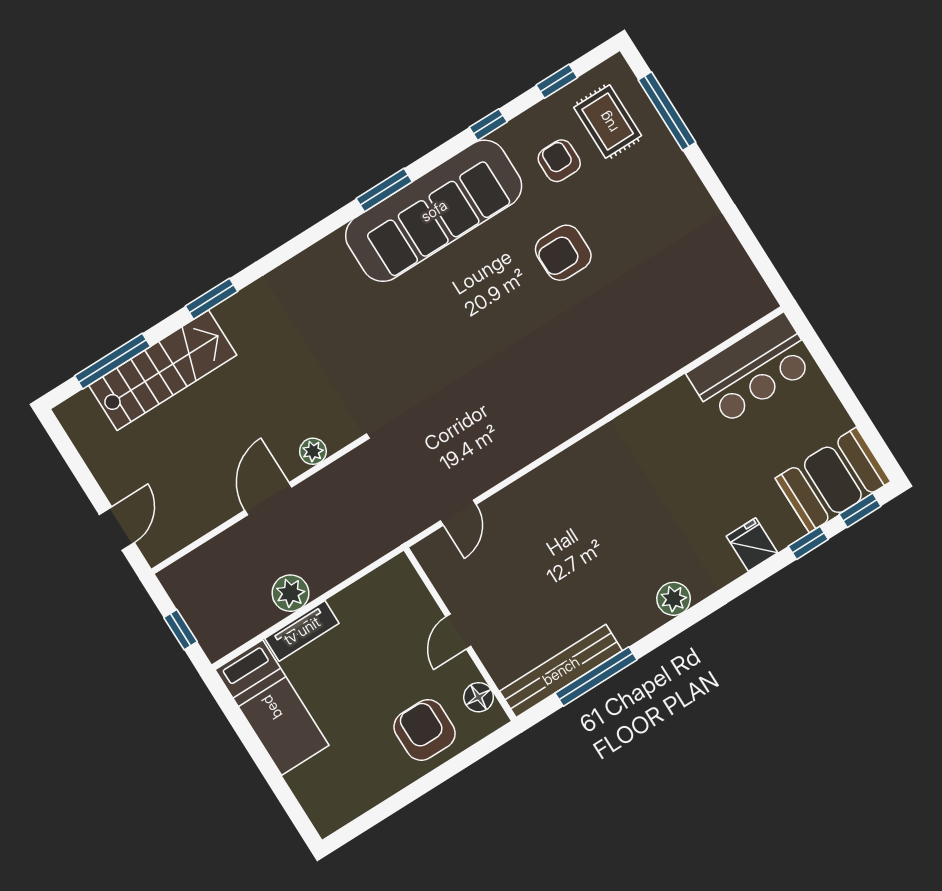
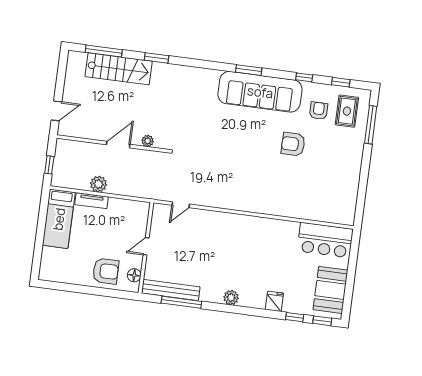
booth: (833, 480) -> (330, 290), moved, turned 90
armchair: (425, 730) -> (106, 271), turned 90

